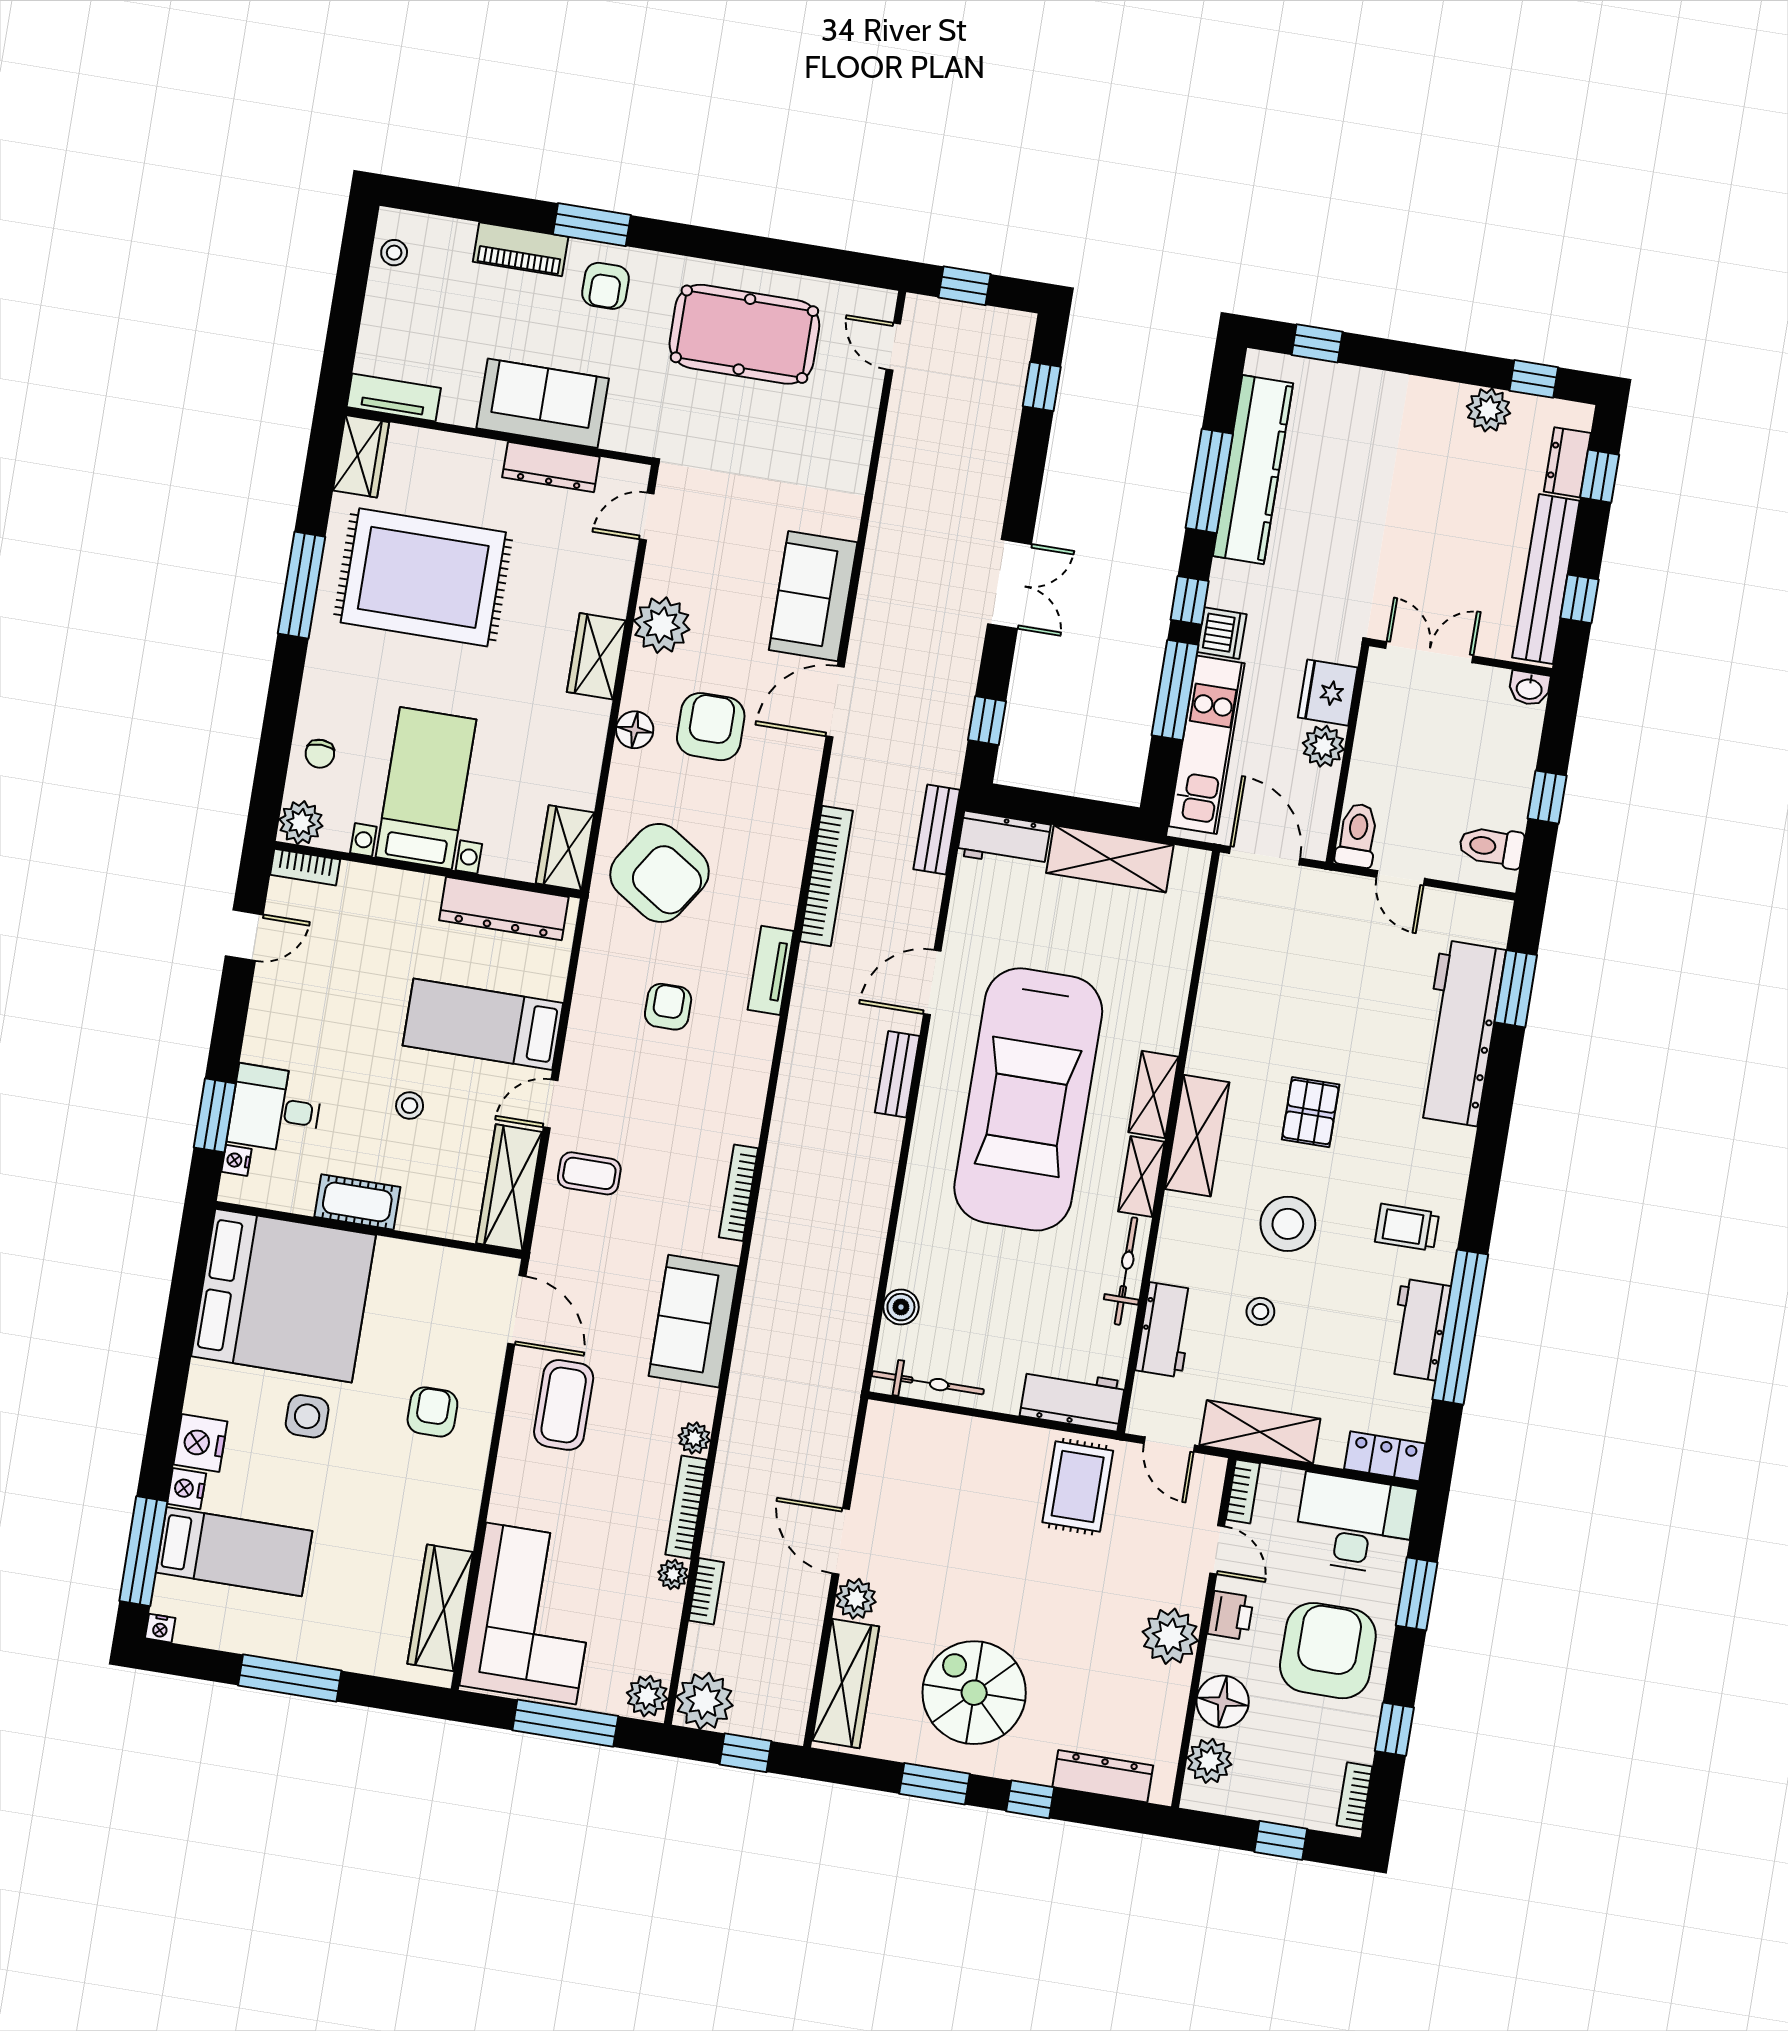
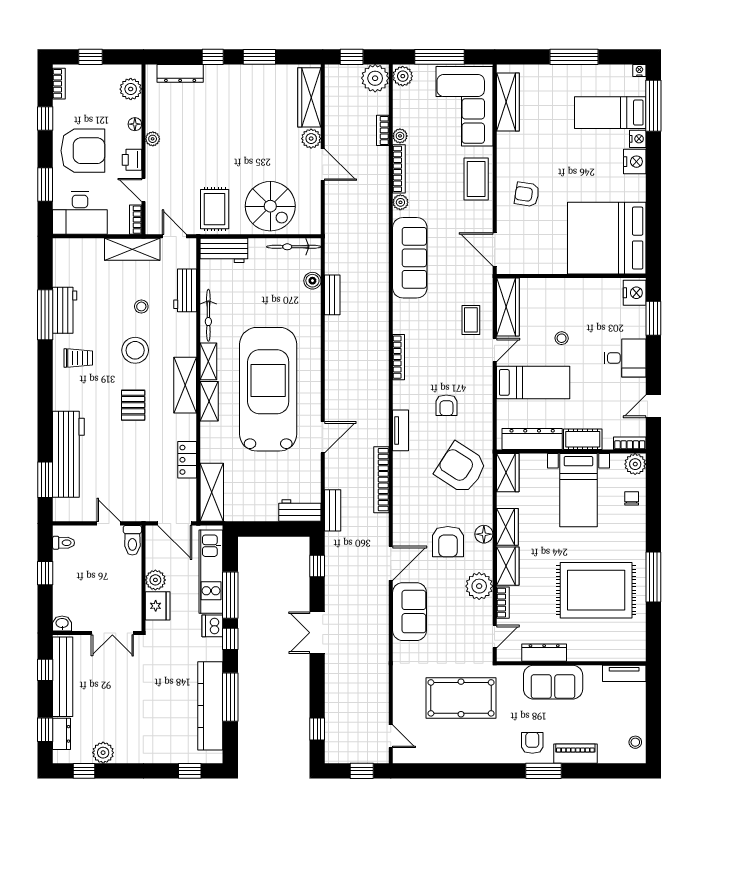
pool table: (744, 334) -> (461, 698), moved
wardrobe: (361, 456) -> (507, 527), moved, turned 180
bookcase: (619, 583) -> (503, 603), added
toilet: (1491, 847) -> (64, 543), width x0.73, depth x0.72
shelving: (1110, 859) -> (212, 492), moved, turned 90
bench: (897, 1074) -> (332, 295), moved
desk: (275, 1109) -> (625, 358), moved
nightstand: (236, 1160) -> (635, 293), width x1.89, depth x1.79
coffee table: (589, 1173) -> (471, 320), turned 90
bookcase: (738, 1193) -> (399, 357), moved
cot: (357, 1202) -> (583, 439), moved
sofa: (694, 1321) -> (410, 258), width x1.36
window: (1460, 1327) -> (45, 315), width x0.68
coffee table: (564, 1405) -> (476, 179), moved
armchair: (432, 1412) -> (527, 194), turned 99
side table: (307, 1416) -> (586, 183), removed
locker: (1385, 1456) -> (187, 460), moved, turned 90
plant: (1170, 1636) -> (153, 139), width x0.53, depth x0.53
armchair: (1328, 1651) -> (83, 151), turned -90
spiral stairs: (974, 1693) -> (270, 206), moved
floor lamp: (1223, 1702) -> (135, 124), width x0.53, depth x0.53

